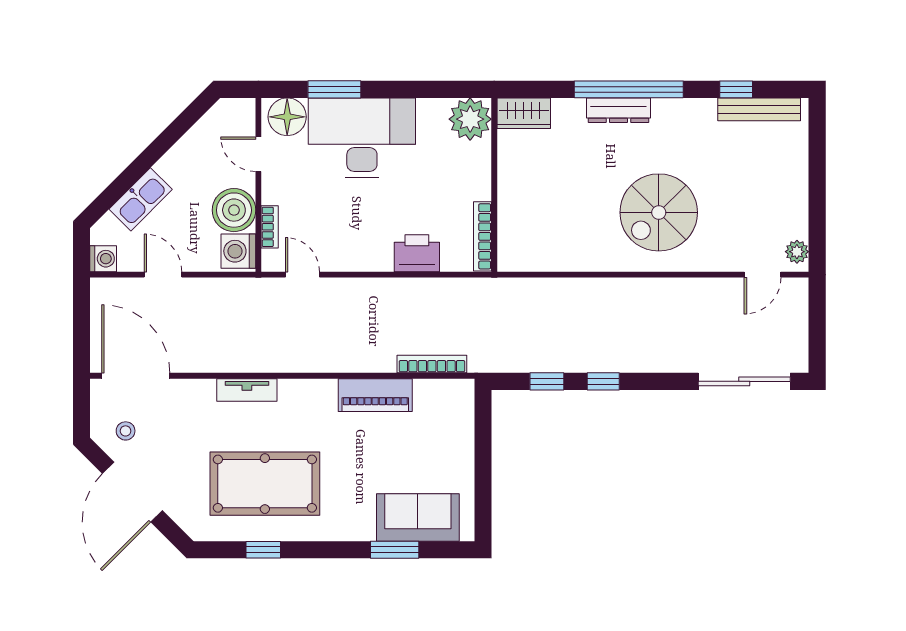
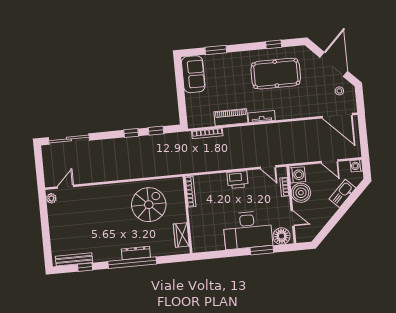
wardrobe: (524, 113) -> (181, 235), moved, turned -90
plant: (470, 119) -> (201, 243), removed
spiral stairs: (659, 212) -> (149, 205), moved
printer: (417, 253) -> (237, 180), moved
tv unit: (247, 390) -> (262, 117), moved
sofa: (418, 517) -> (193, 74), moved, turned -90

